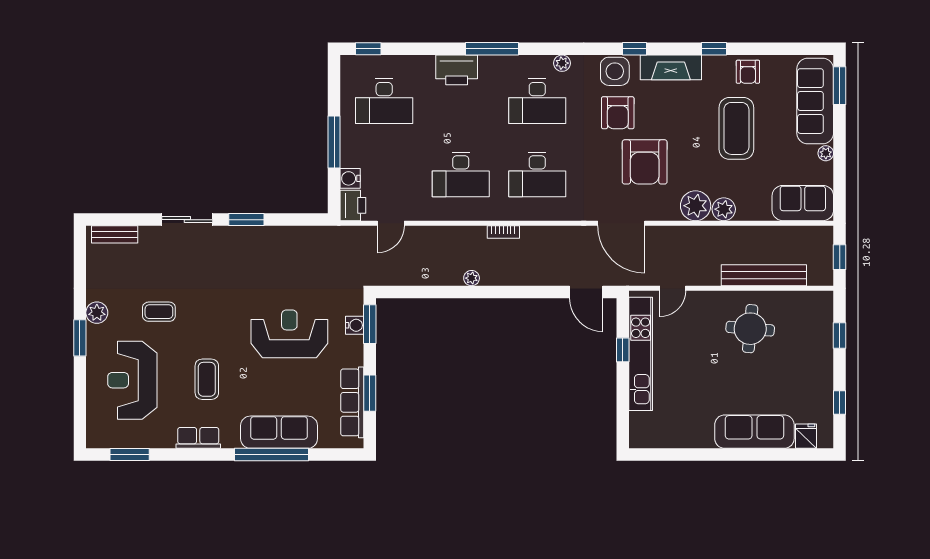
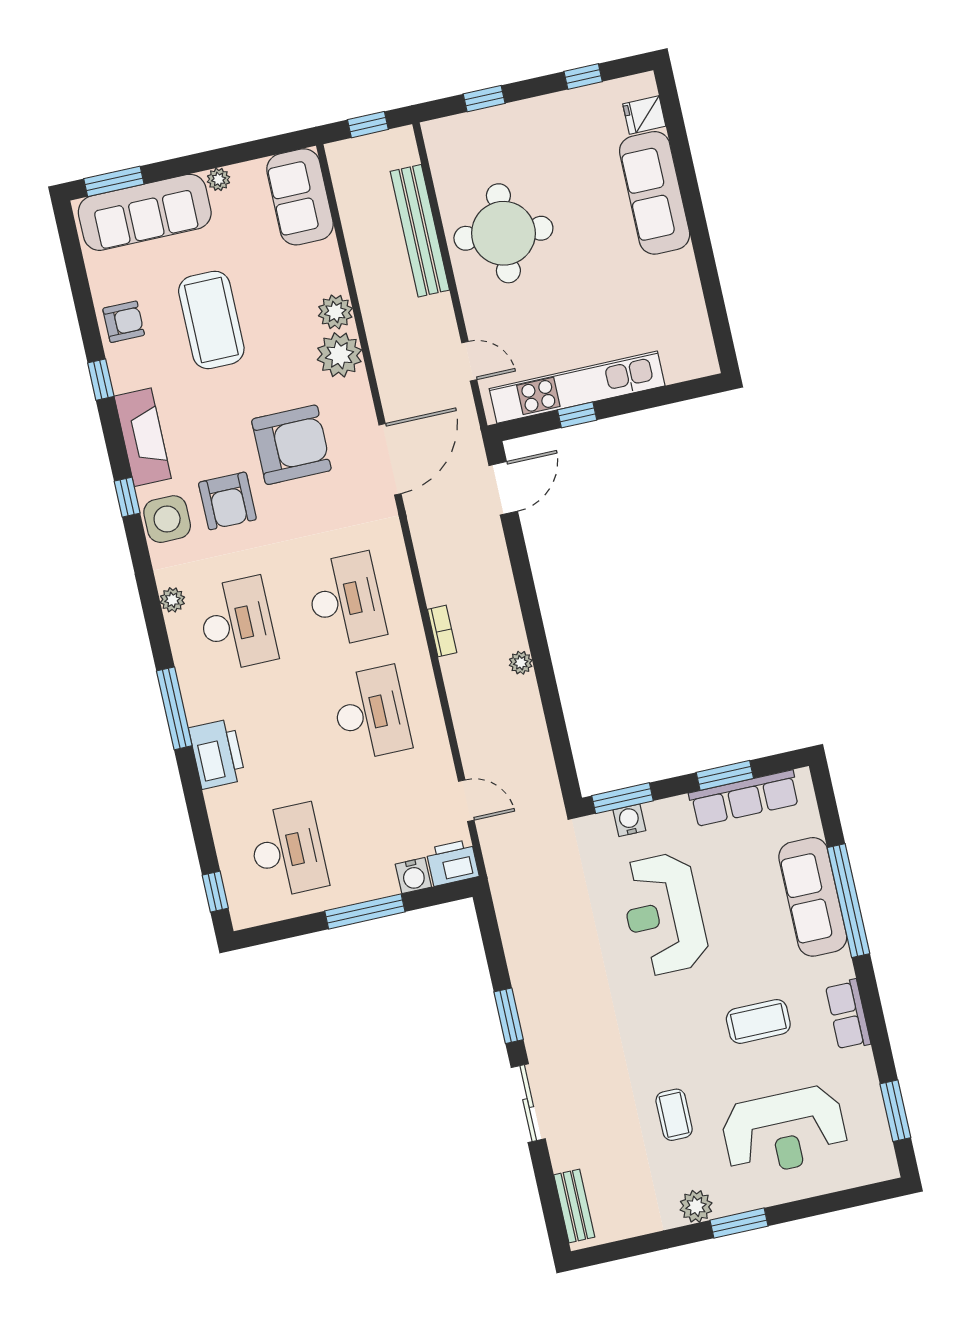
armchair: (618, 113) -> (227, 501), turned 90
coffee table: (736, 128) -> (211, 320), turned 90
round table: (750, 329) -> (503, 233), width x1.36, depth x1.36

